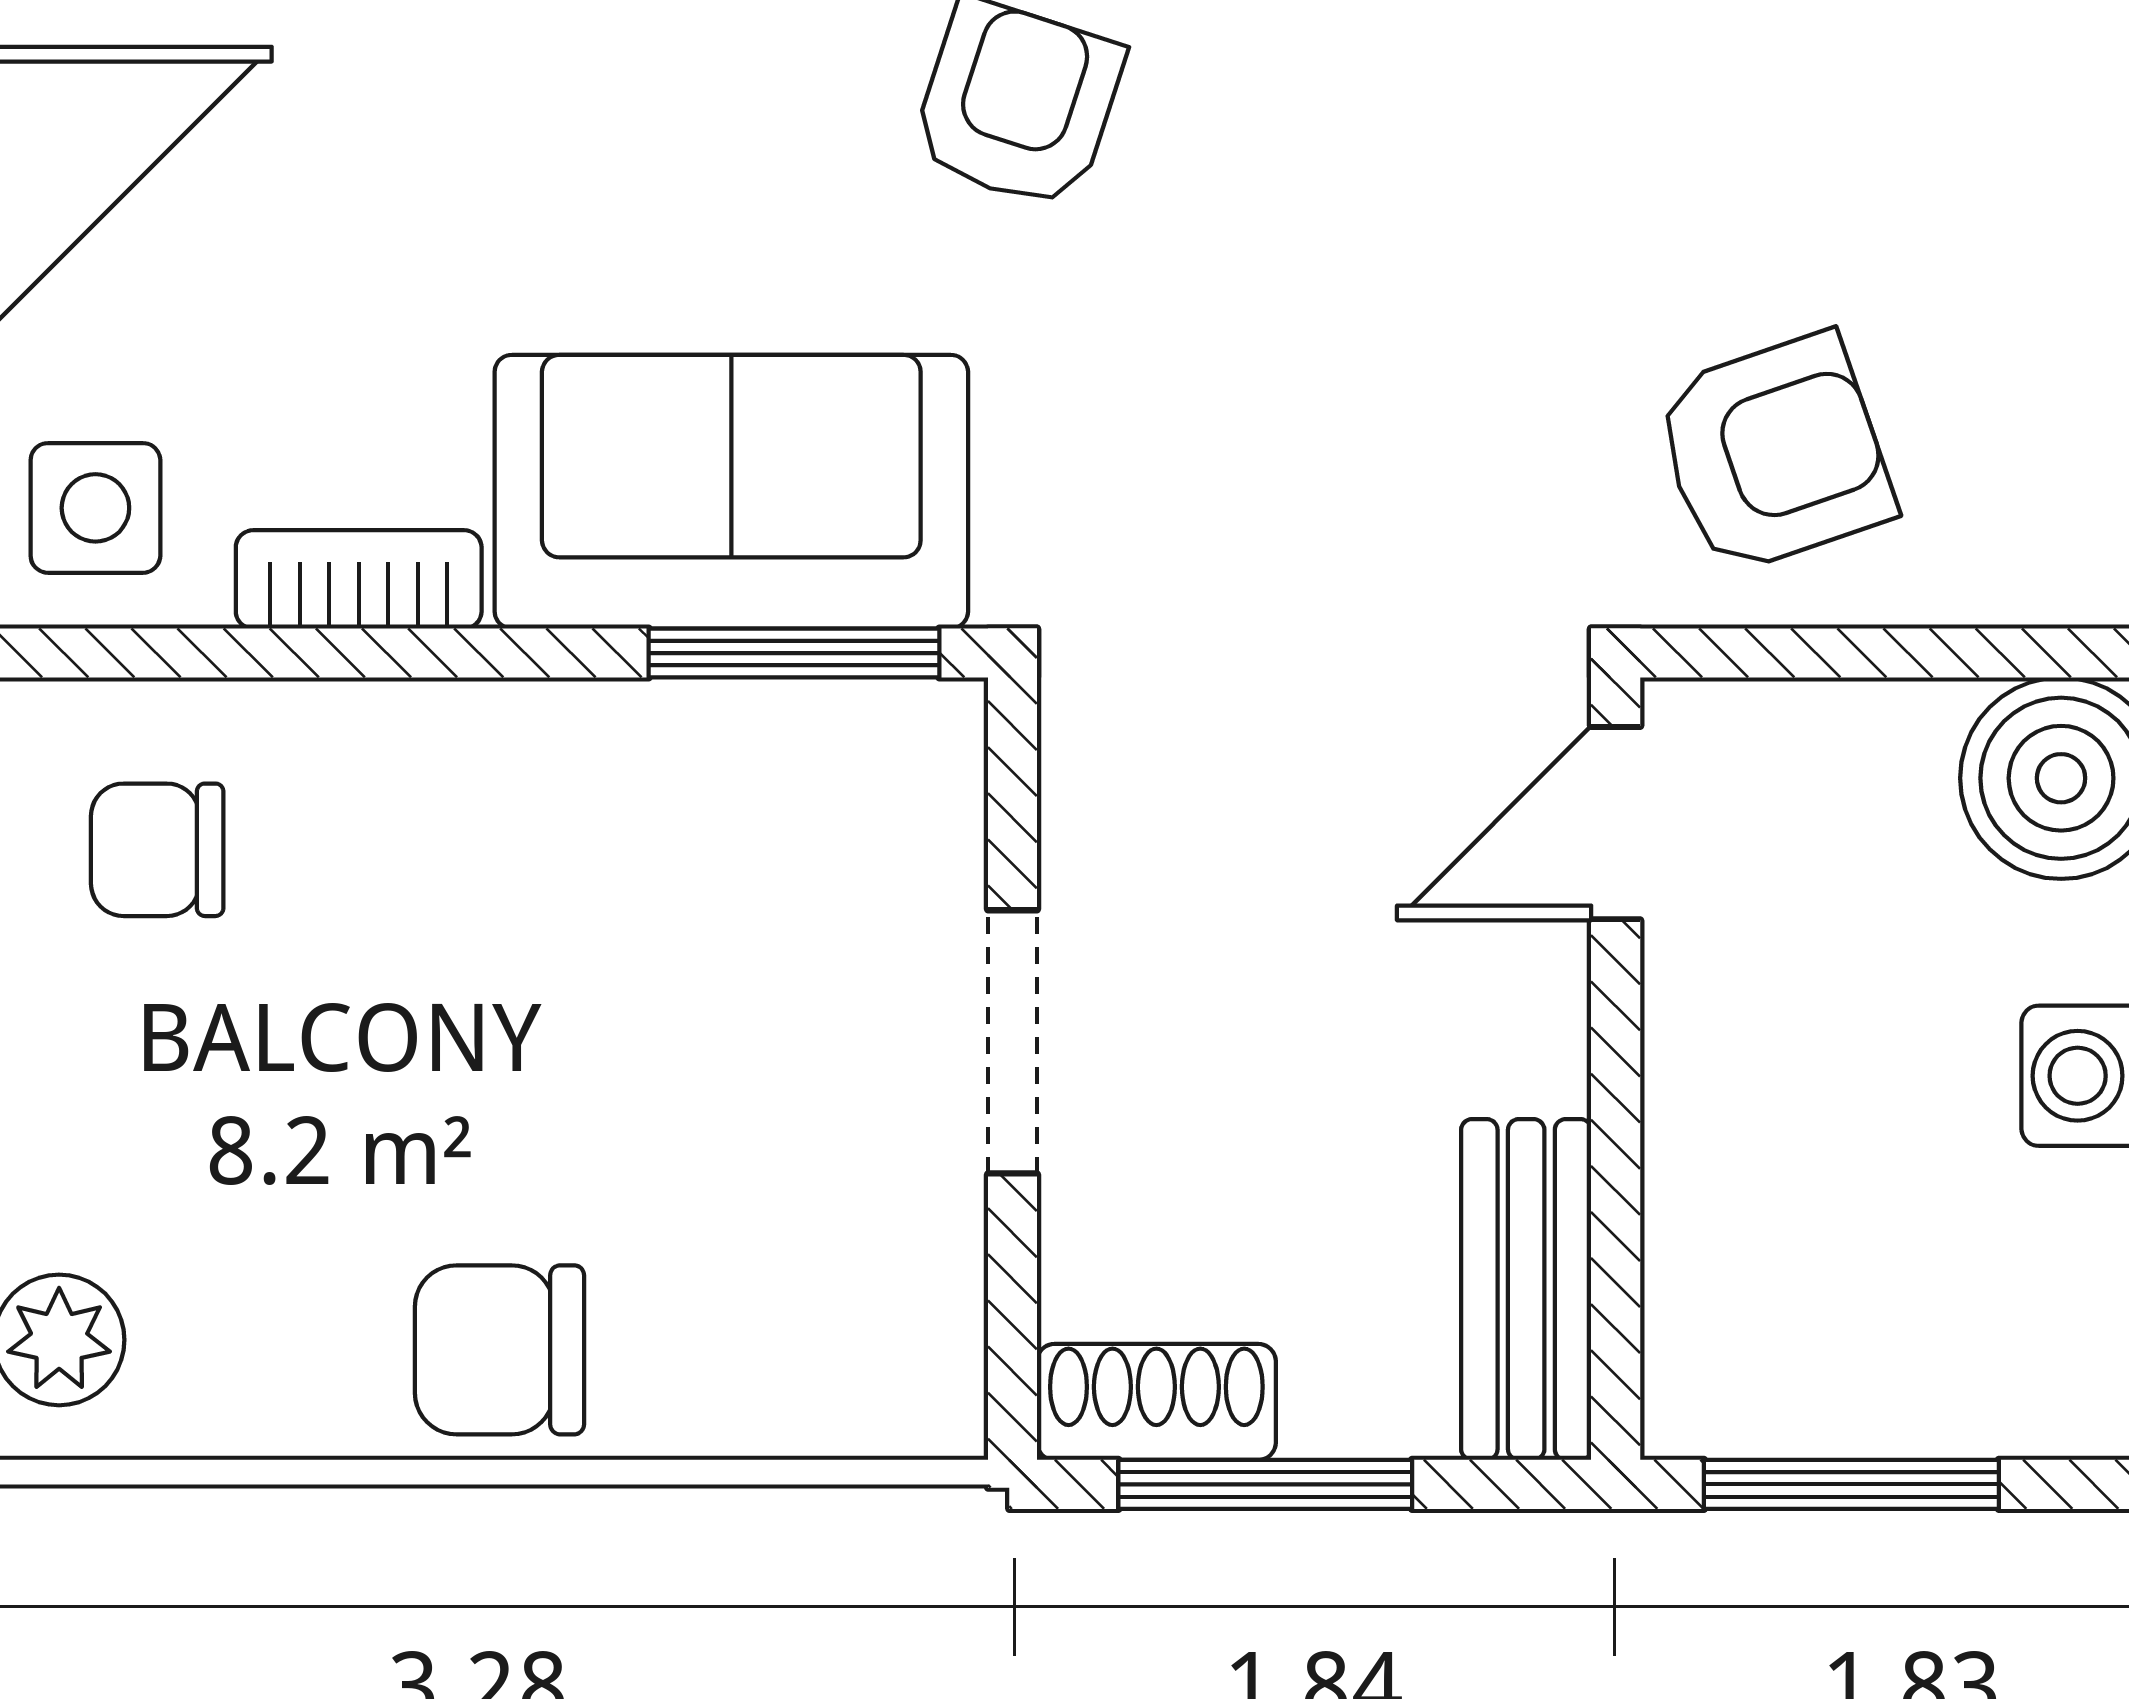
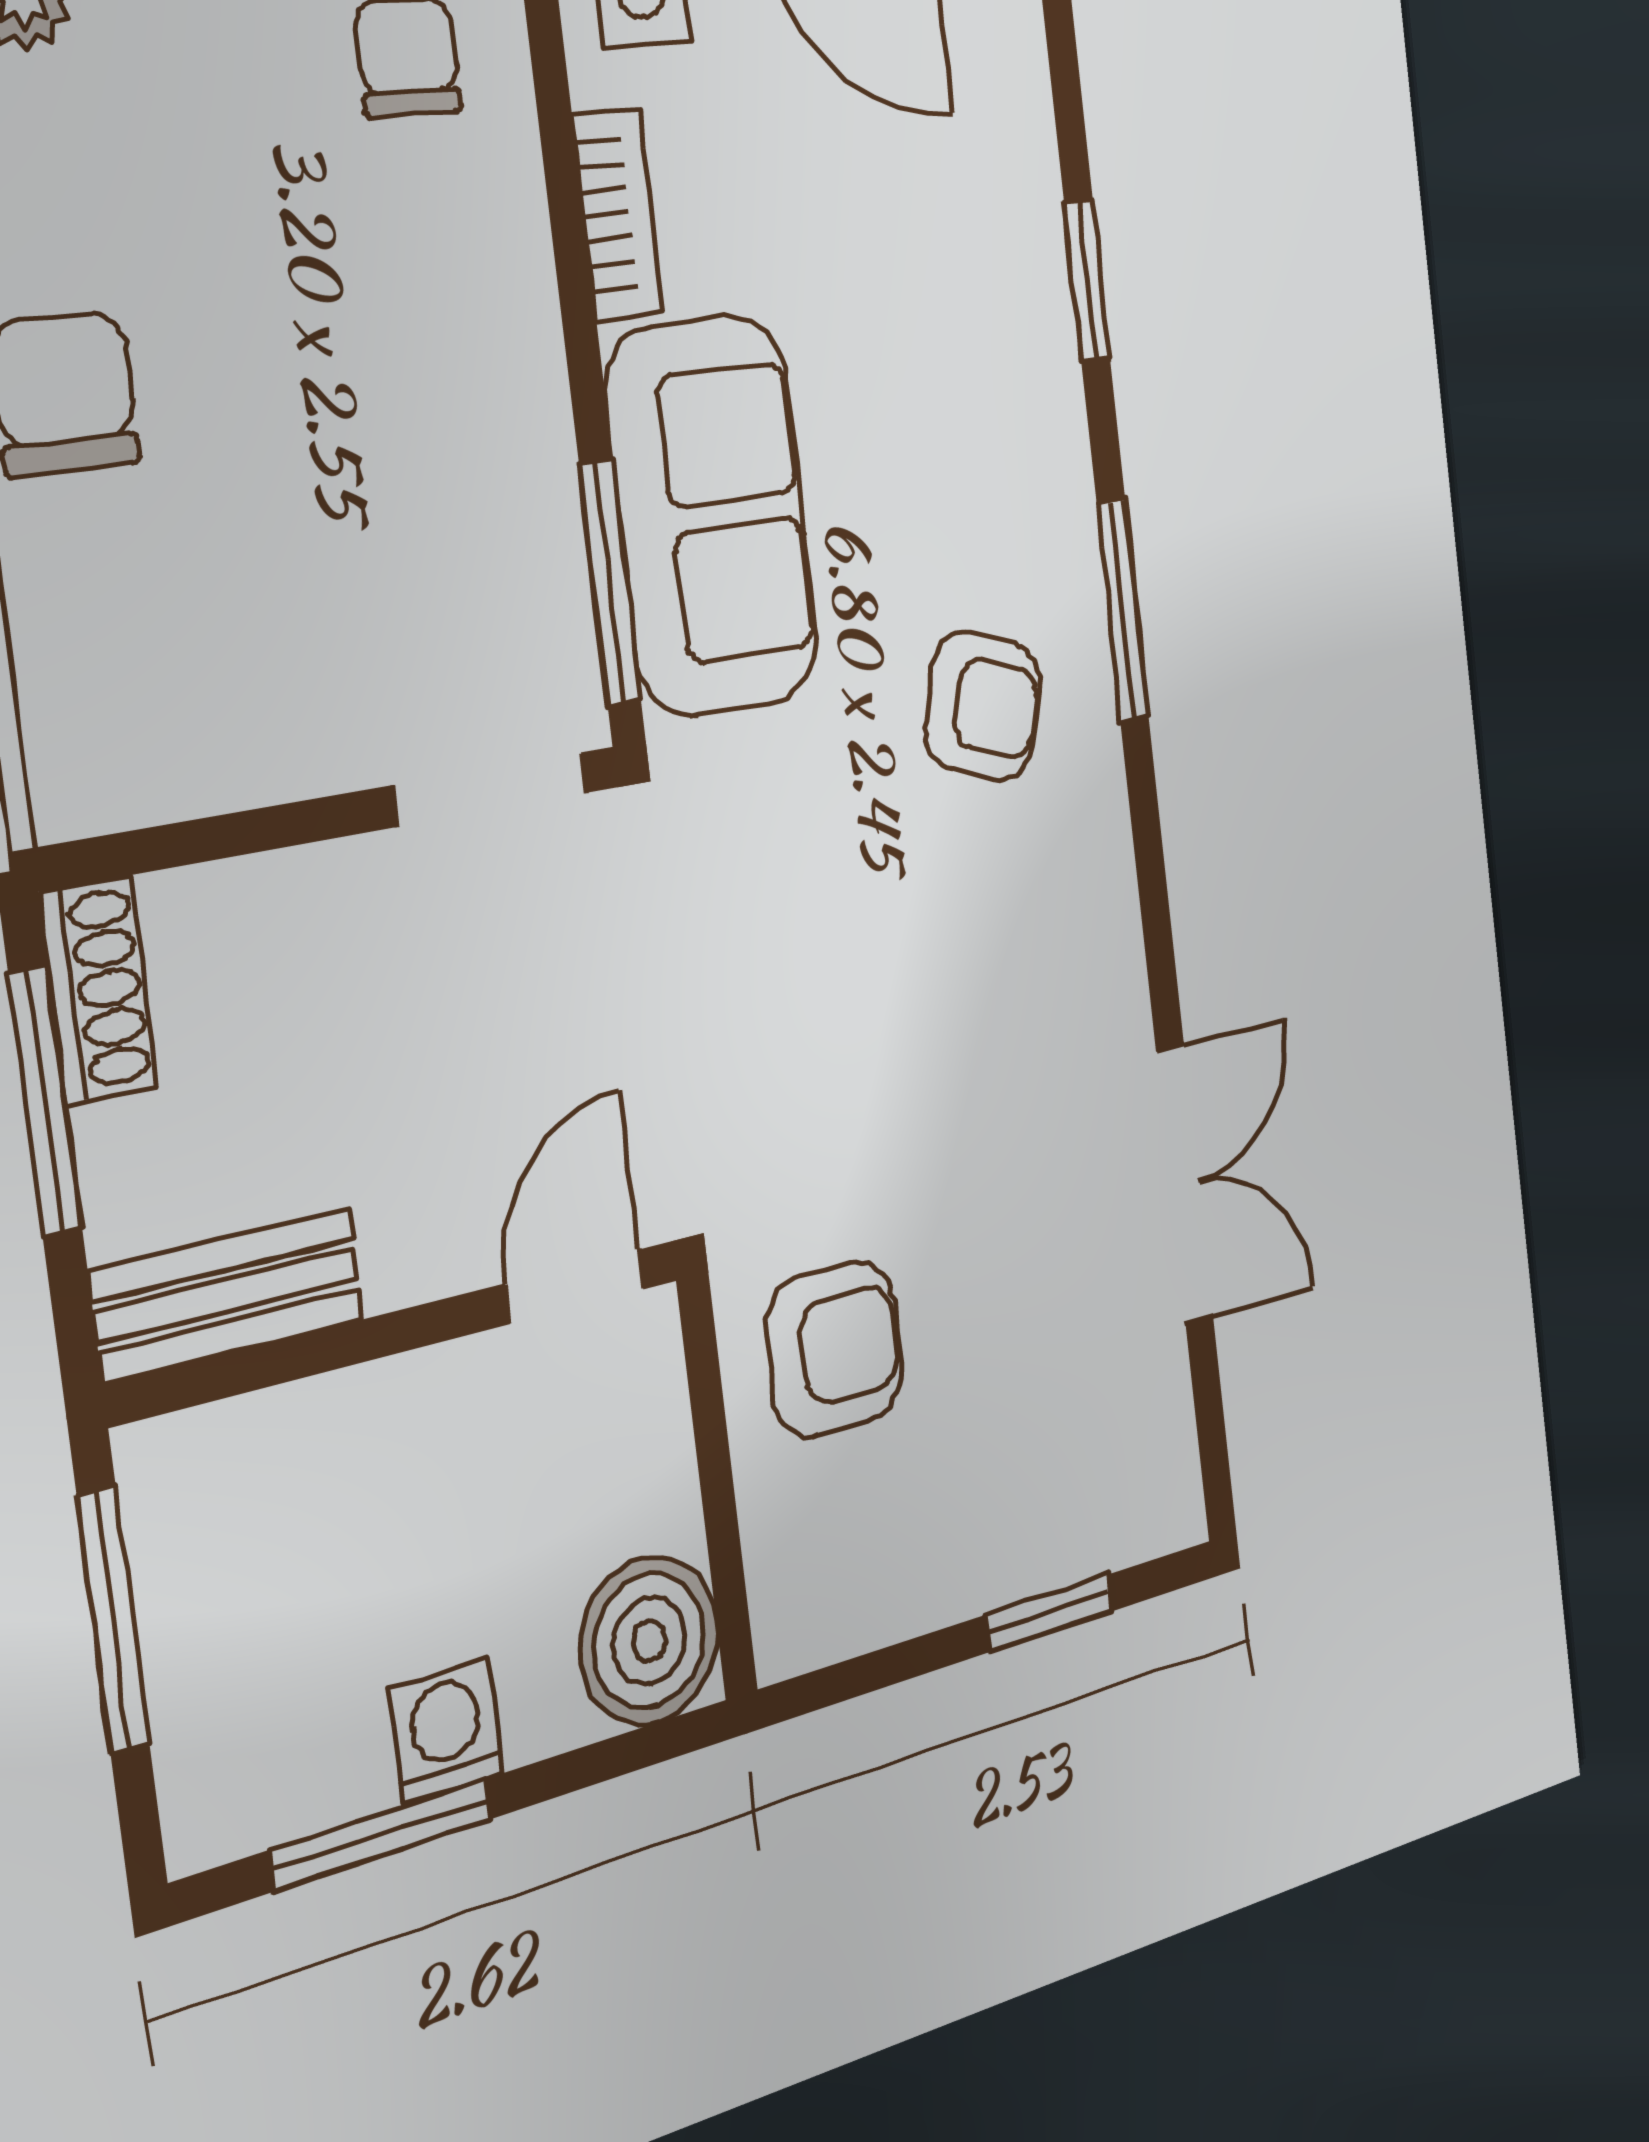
armchair: (1774, 454) -> (834, 1349), turned -71
door: (1616, 823) -> (575, 1286), hinge flipped
doorway: (1013, 1042) -> (491, 789), moved

